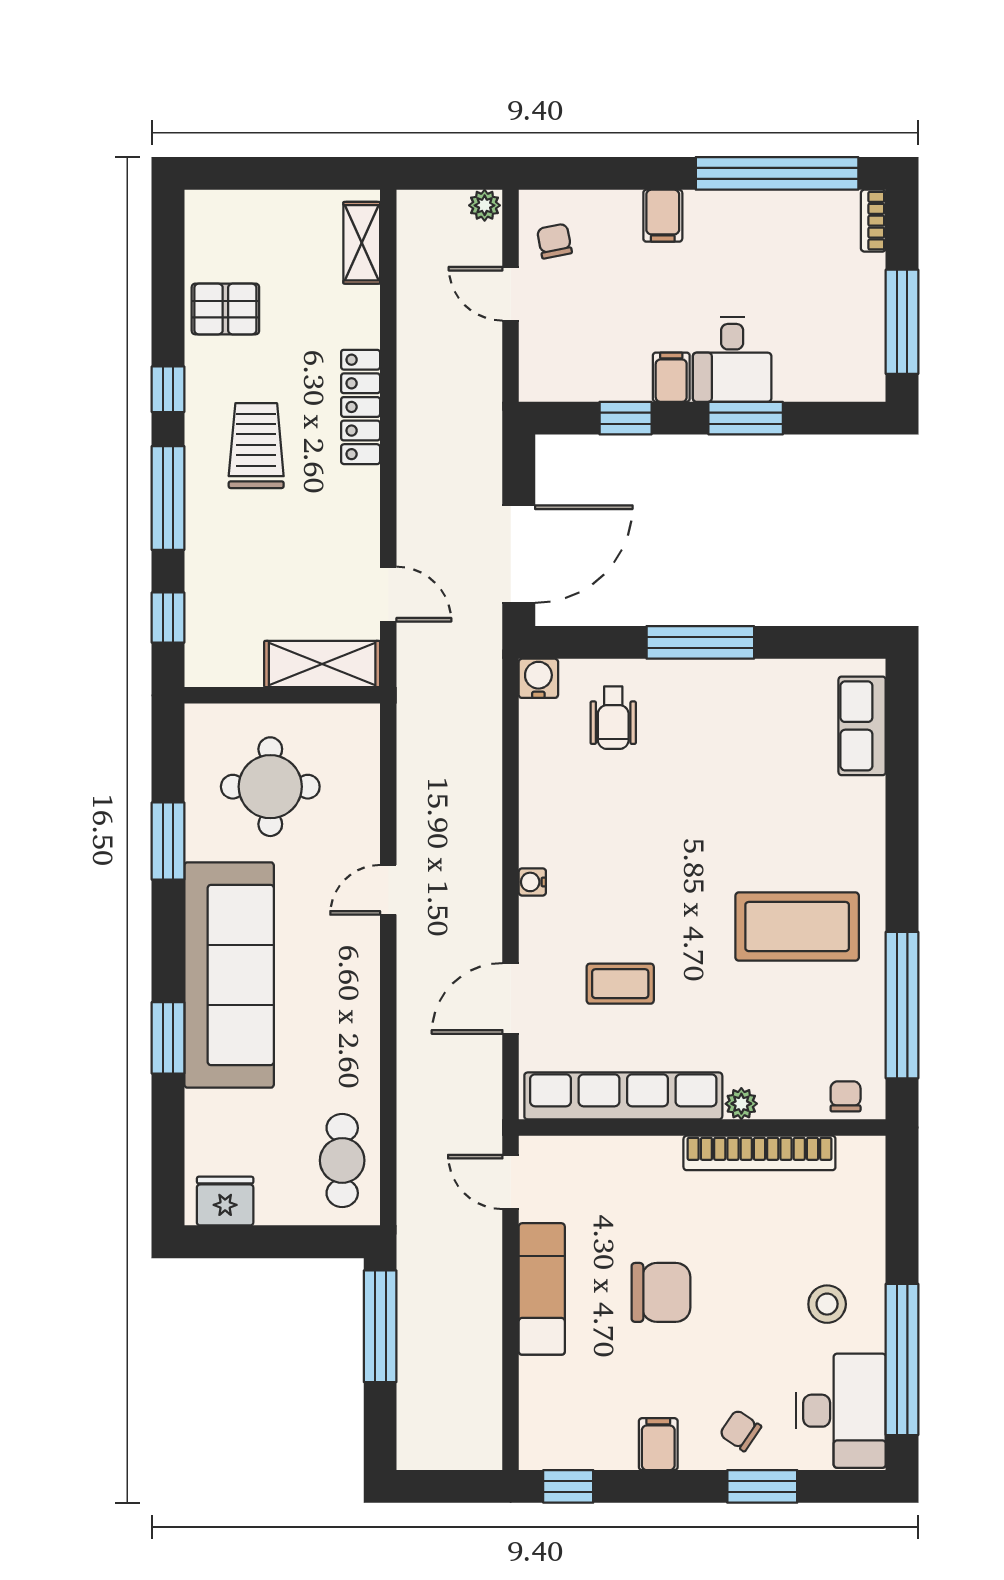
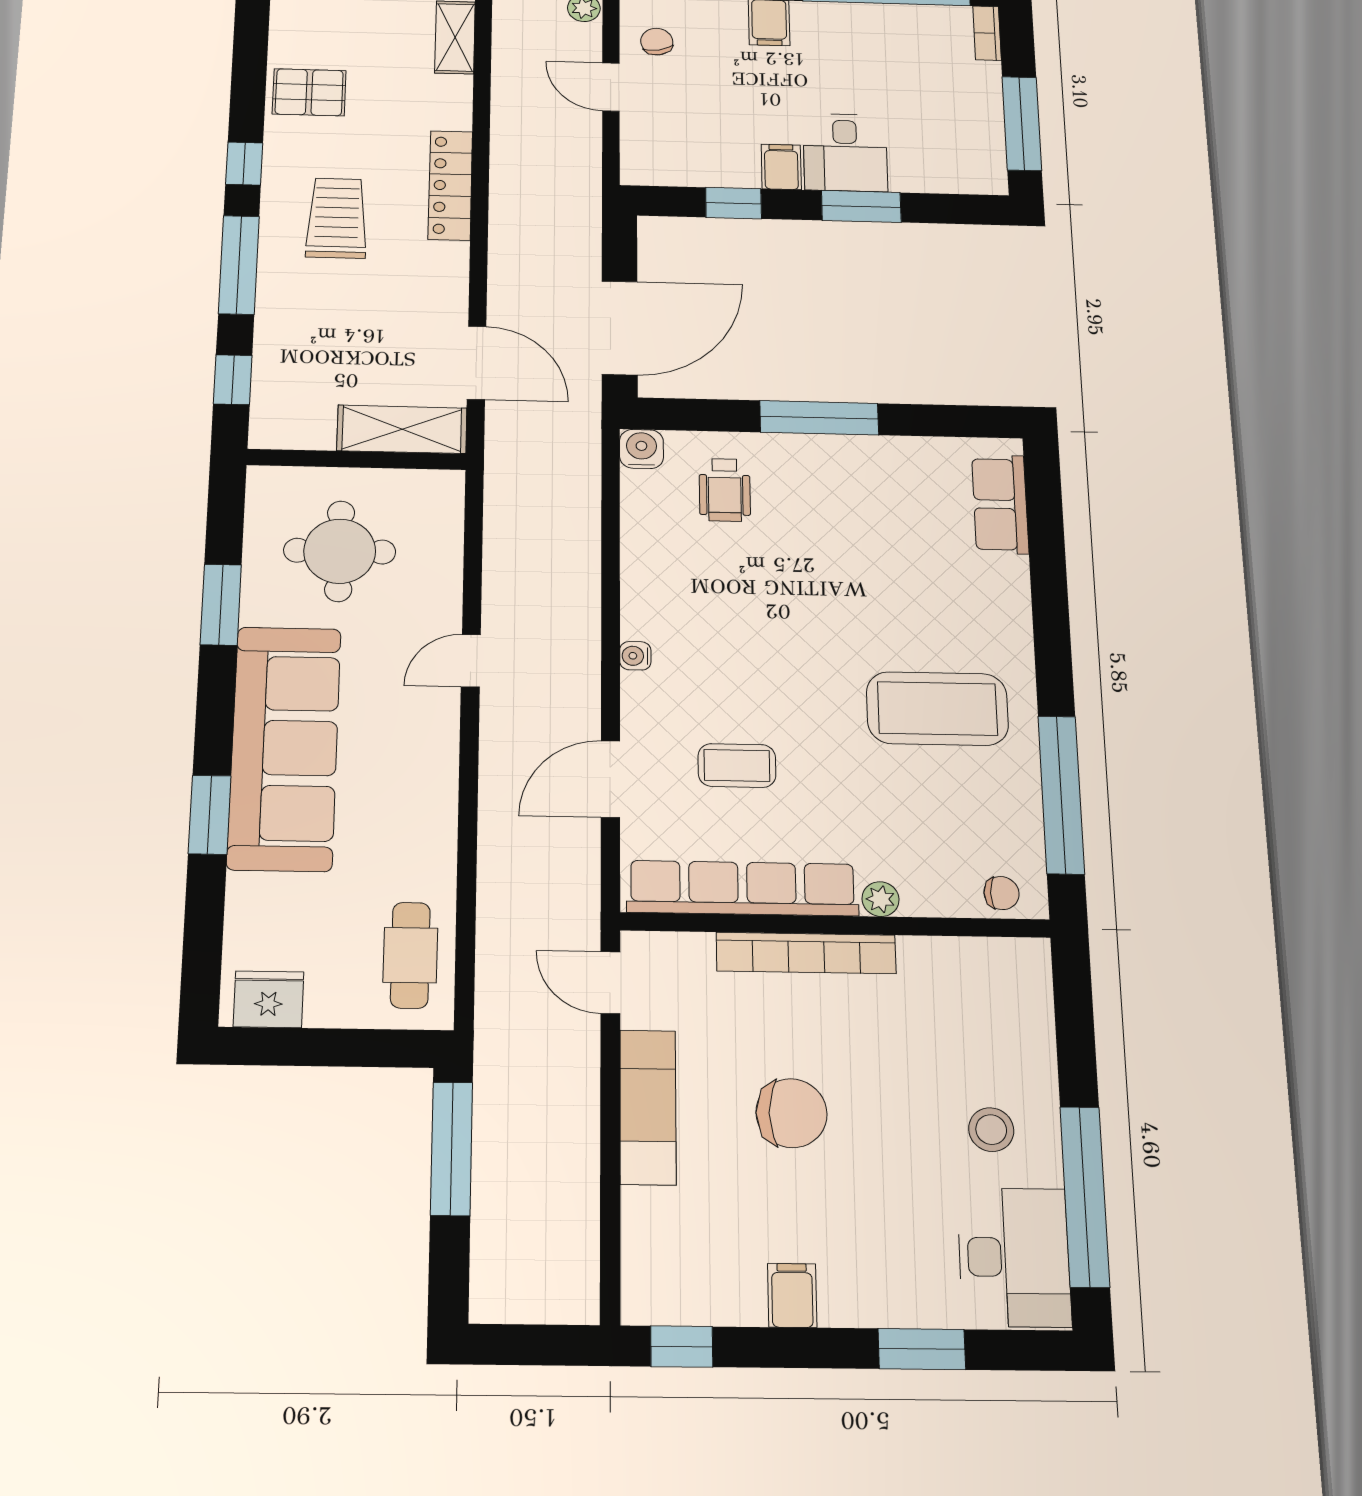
door: (388, 594) -> (477, 363), width x1.38
chair: (846, 1096) -> (1001, 893), turned 90
bookcase: (759, 1153) -> (806, 953), moved
chair: (740, 1430) -> (892, 1280), removed

